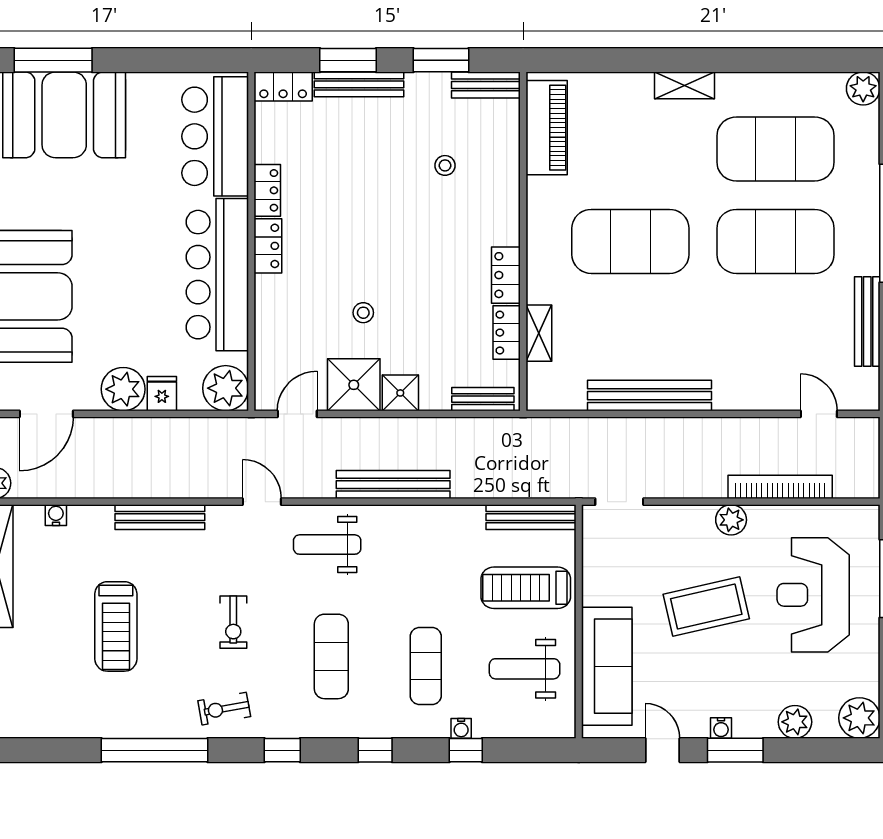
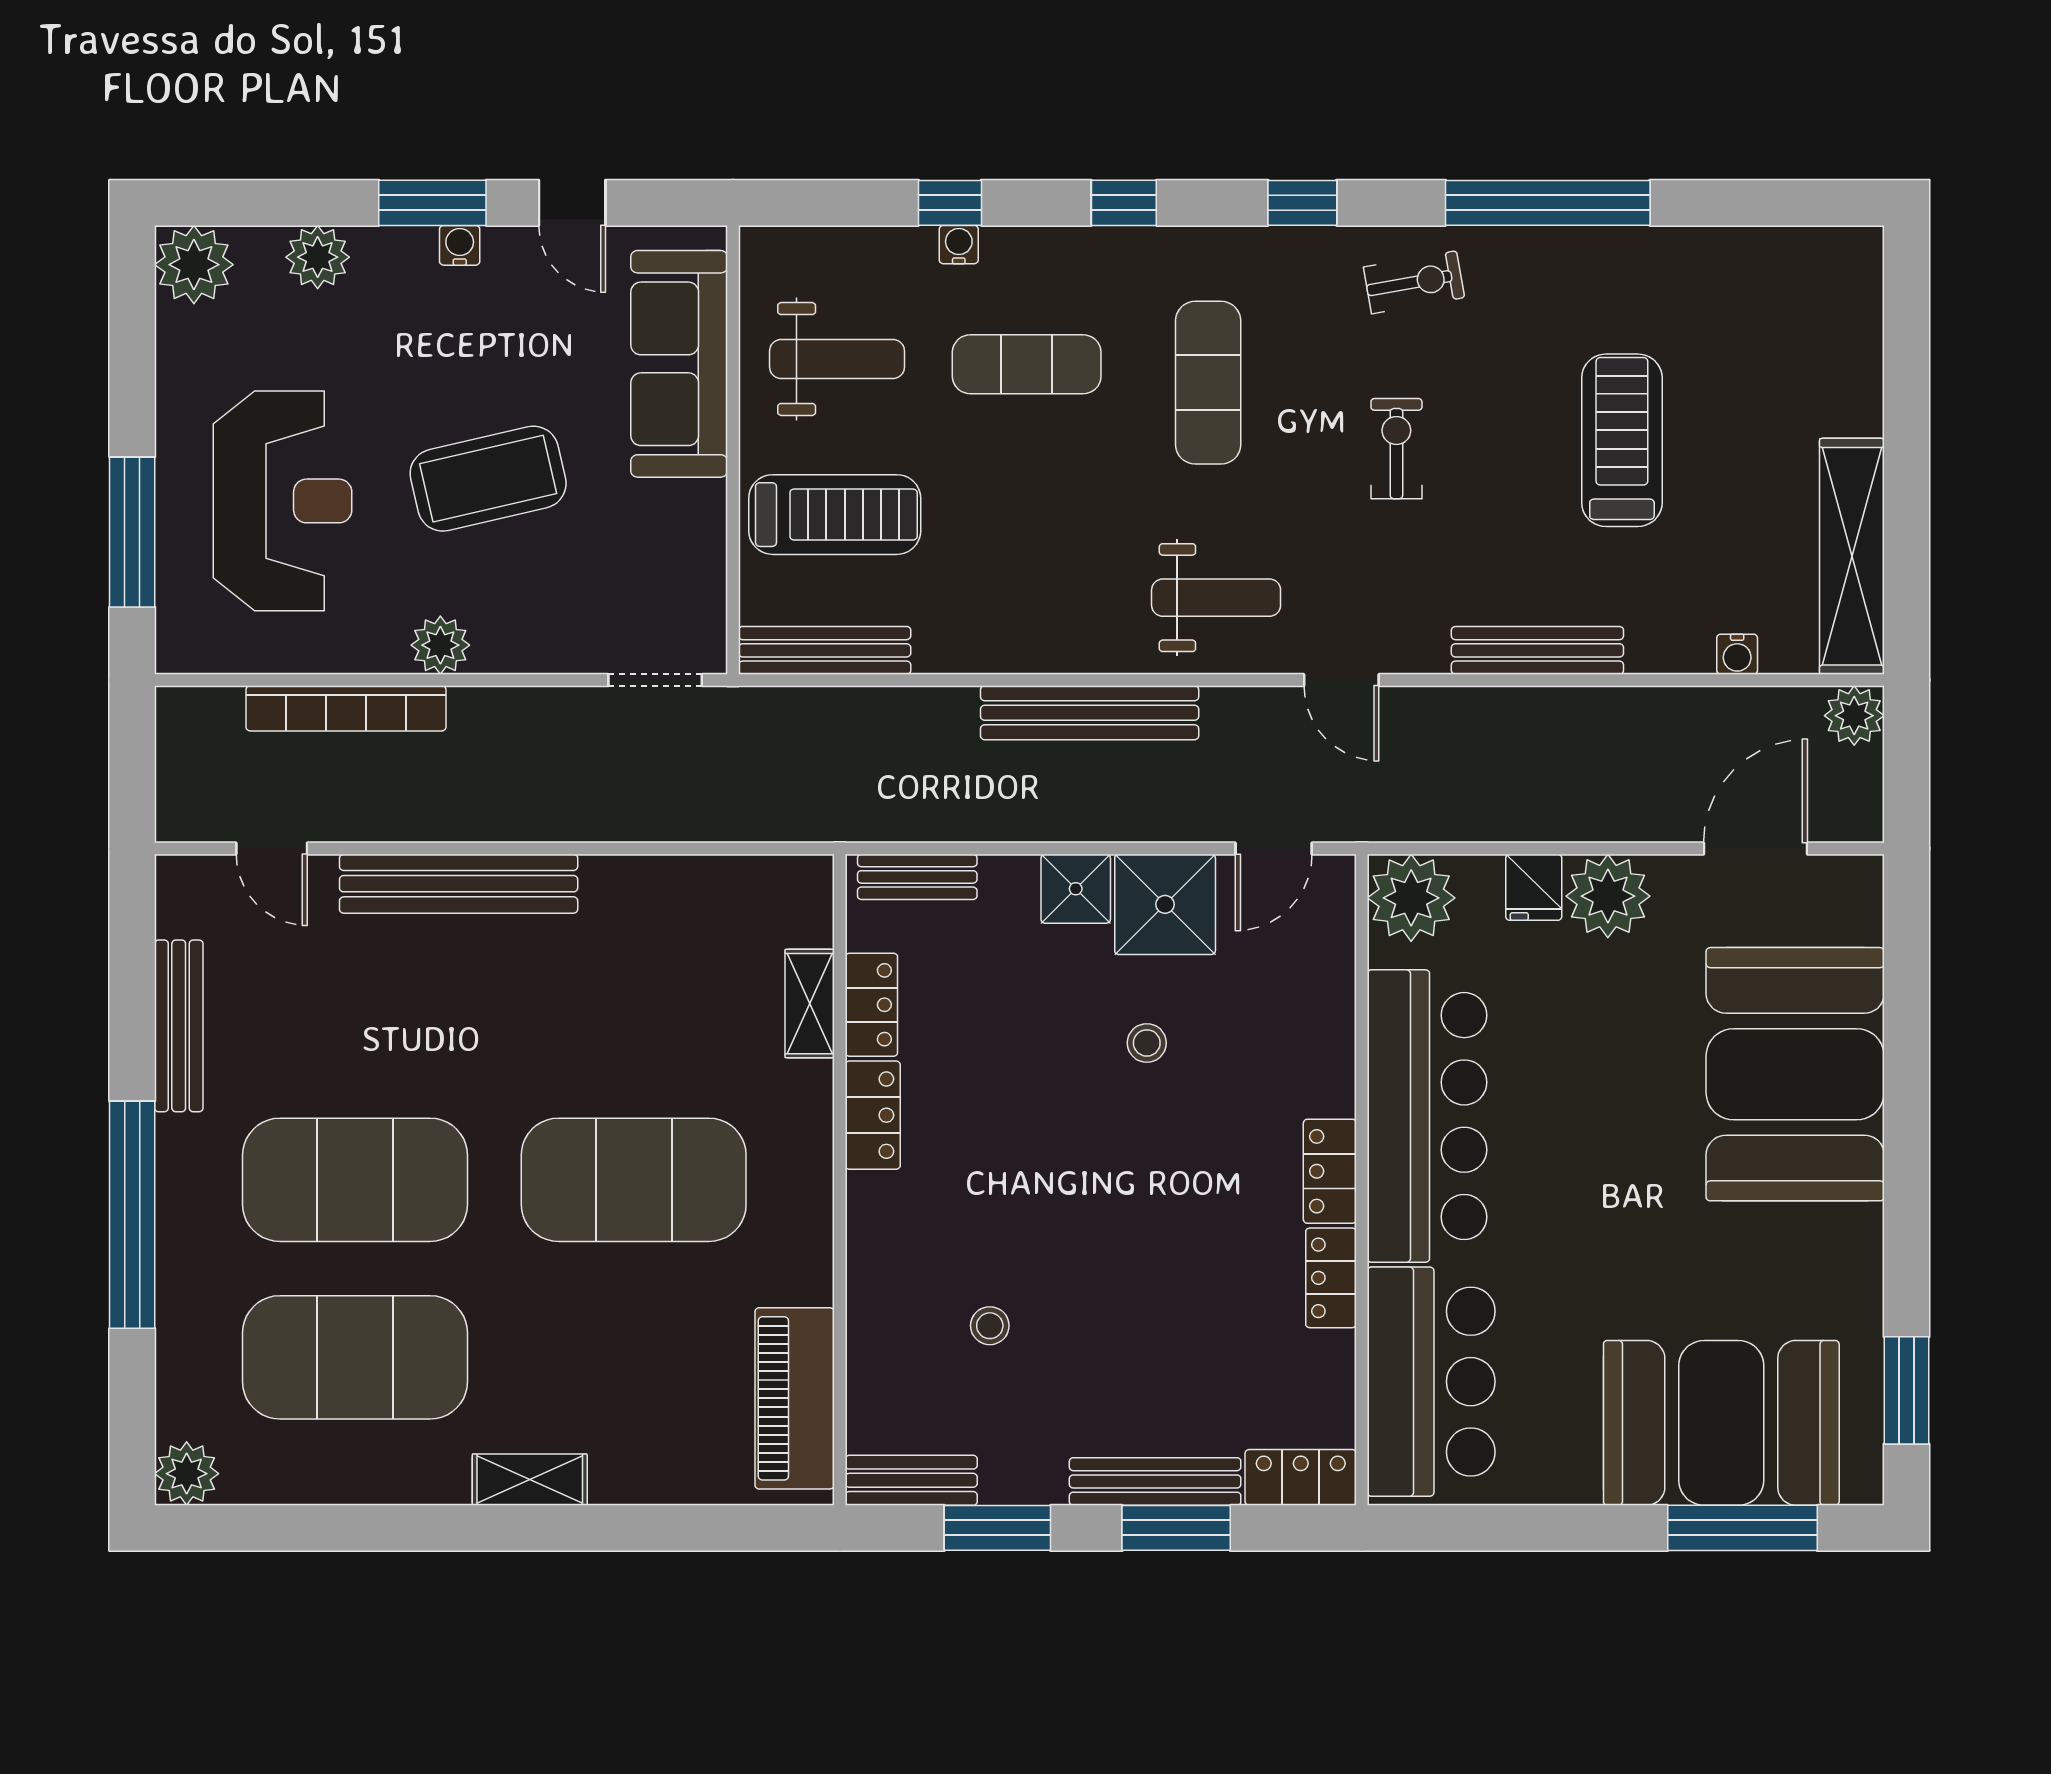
bench: (649, 396) -> (459, 884), moved
exercise mat: (426, 666) -> (1027, 364), turned 90

